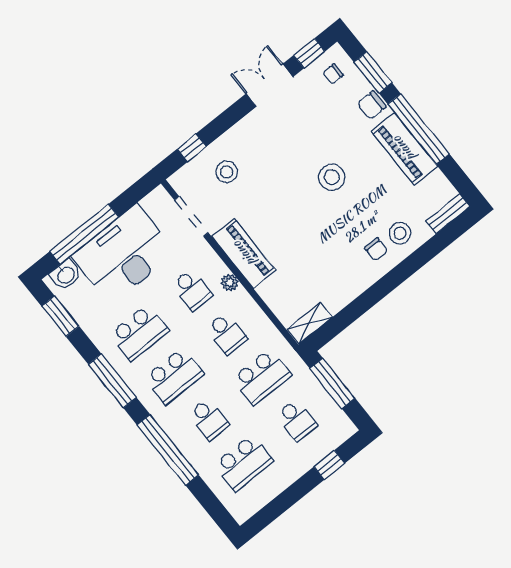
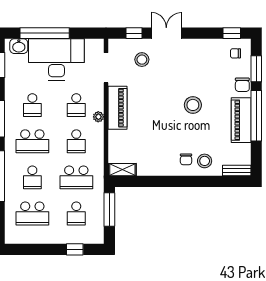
double door: (269, 85) -> (166, 33), moved
chair: (372, 105) -> (242, 85), turned -90
school desk: (139, 333) -> (32, 105), width x0.54

